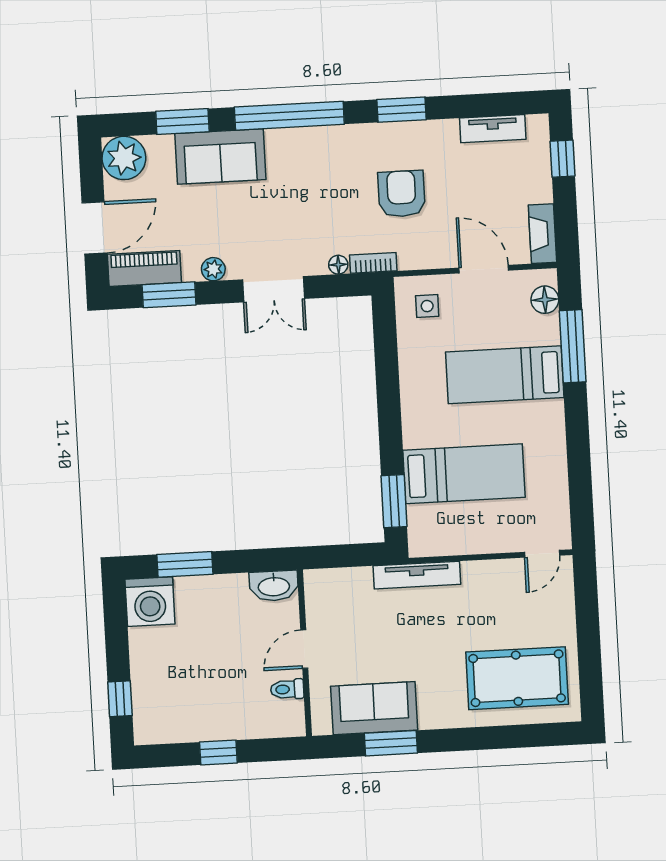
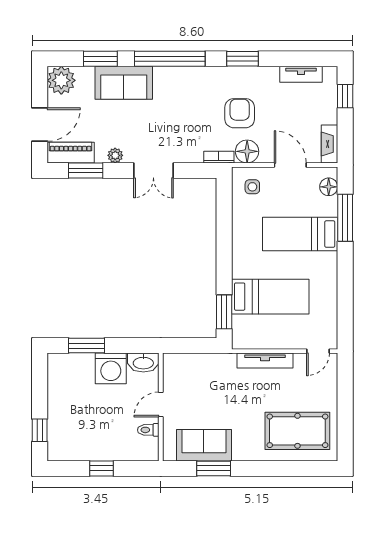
floor lamp: (338, 265) -> (247, 151), moved, width x1.89, depth x1.89
tv unit: (417, 575) -> (265, 361), moved
washing machine: (150, 602) -> (111, 368), moved

